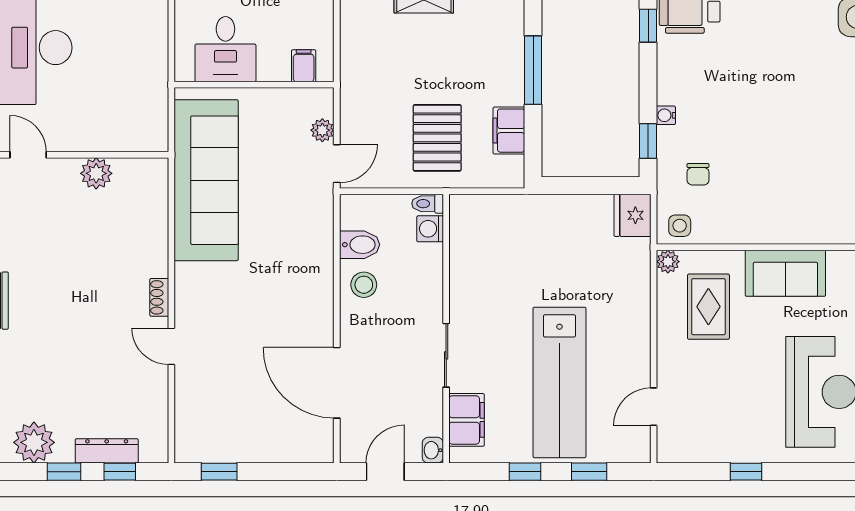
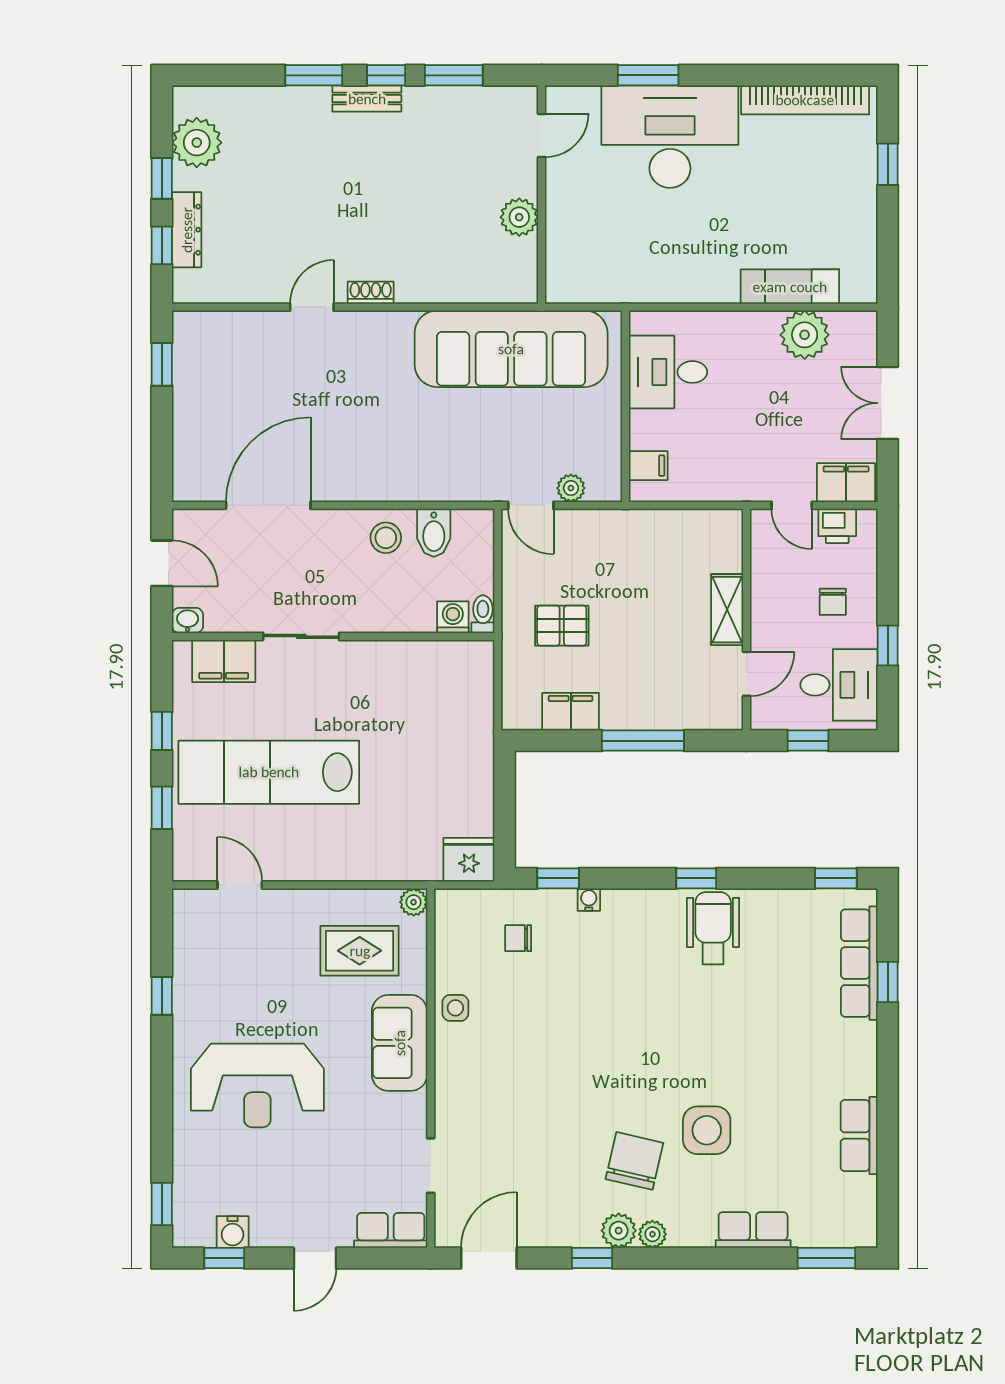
pallet: (437, 138) -> (562, 626), width x0.67, depth x0.71
side table: (680, 226) -> (455, 1008), moved

